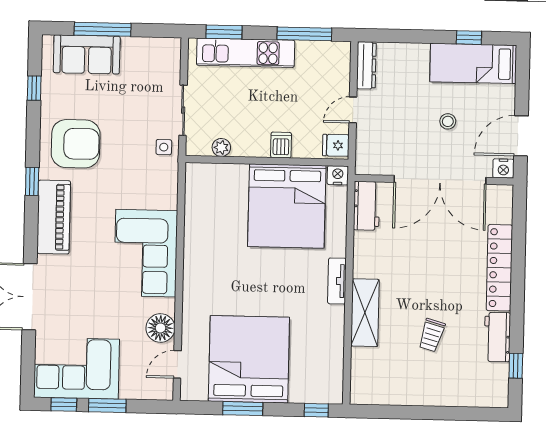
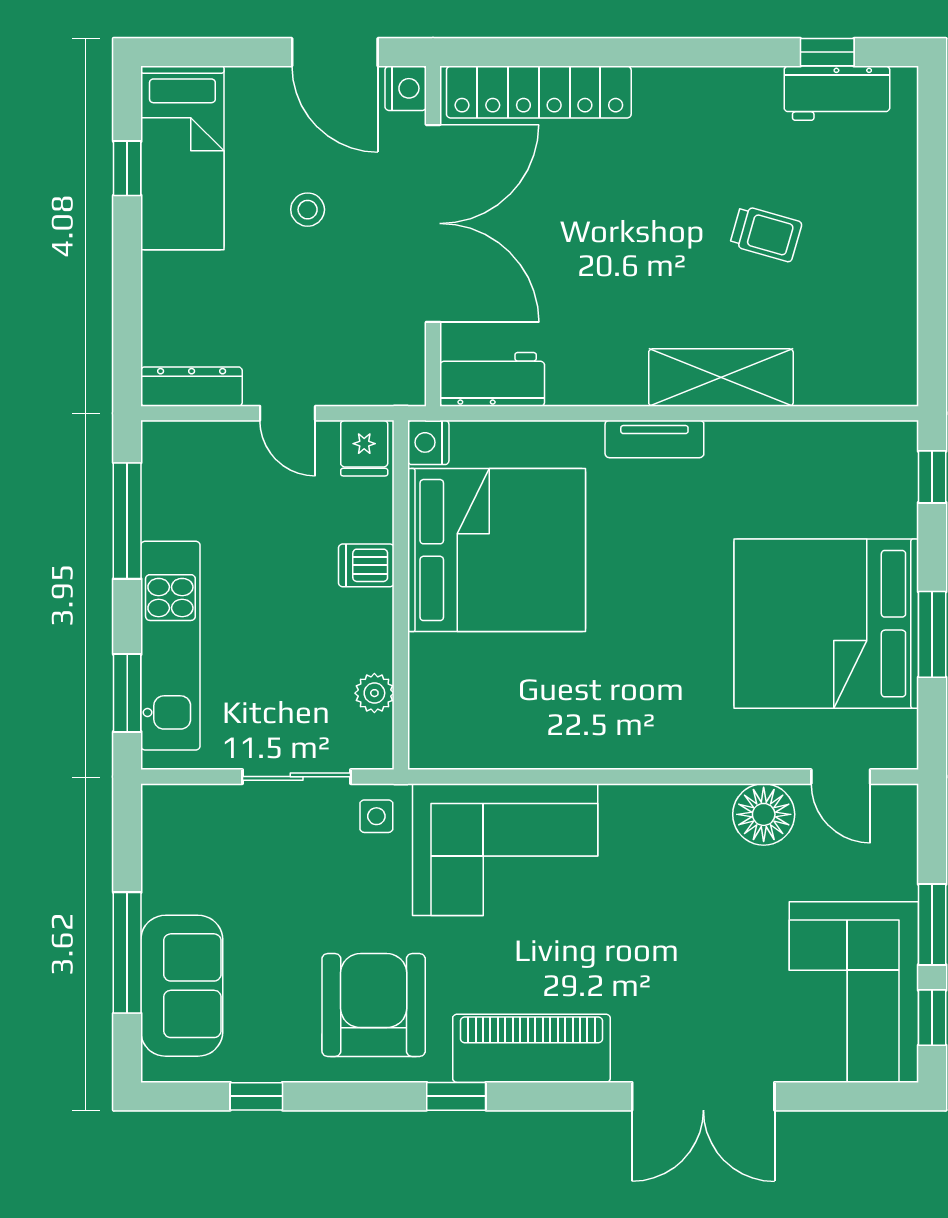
corner sofa: (146, 253) -> (505, 850), moved
locker: (499, 268) -> (539, 92), moved
workbench: (497, 337) -> (837, 93), moved

